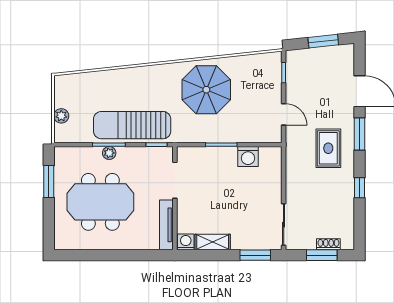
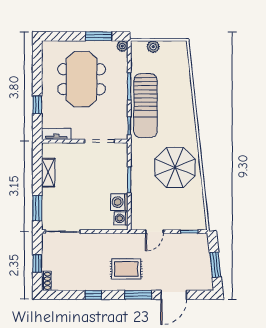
sun lounger: (132, 125) -> (145, 106), turned 180
plant: (109, 153) -> (122, 46), moved
tv unit: (166, 225) -> (56, 134), width x0.71
washing machine: (186, 242) -> (121, 218), moved, turned 180
shoe rack: (328, 244) -> (46, 281), moved
window: (131, 255) -> (37, 105), added
window: (322, 255) -> (37, 264), width x0.67

